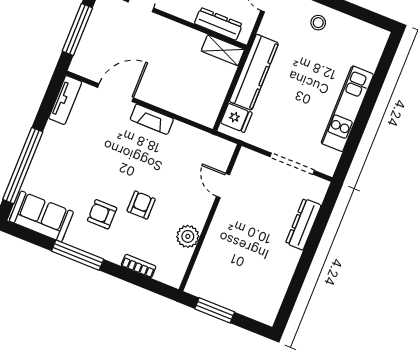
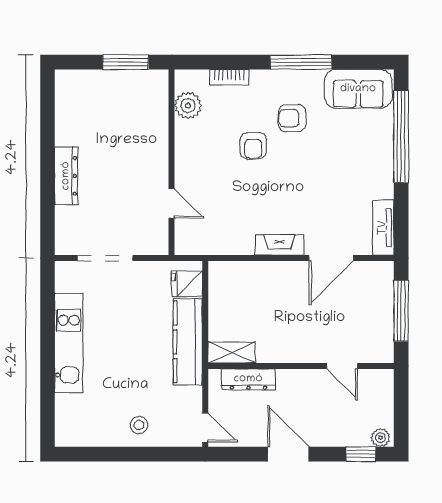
armchair: (102, 214) -> (292, 118), turned 180
dresser: (303, 224) -> (66, 176), moved
plant: (188, 236) -> (188, 105), moved

